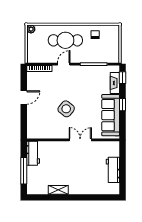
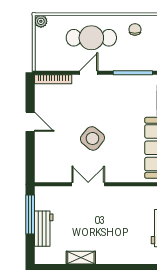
door: (24, 98) -> (30, 122), hinge flipped
double door: (80, 140) -> (88, 184), moved
workbench: (33, 153) -> (44, 229), moved
window: (24, 171) -> (30, 214), moved

